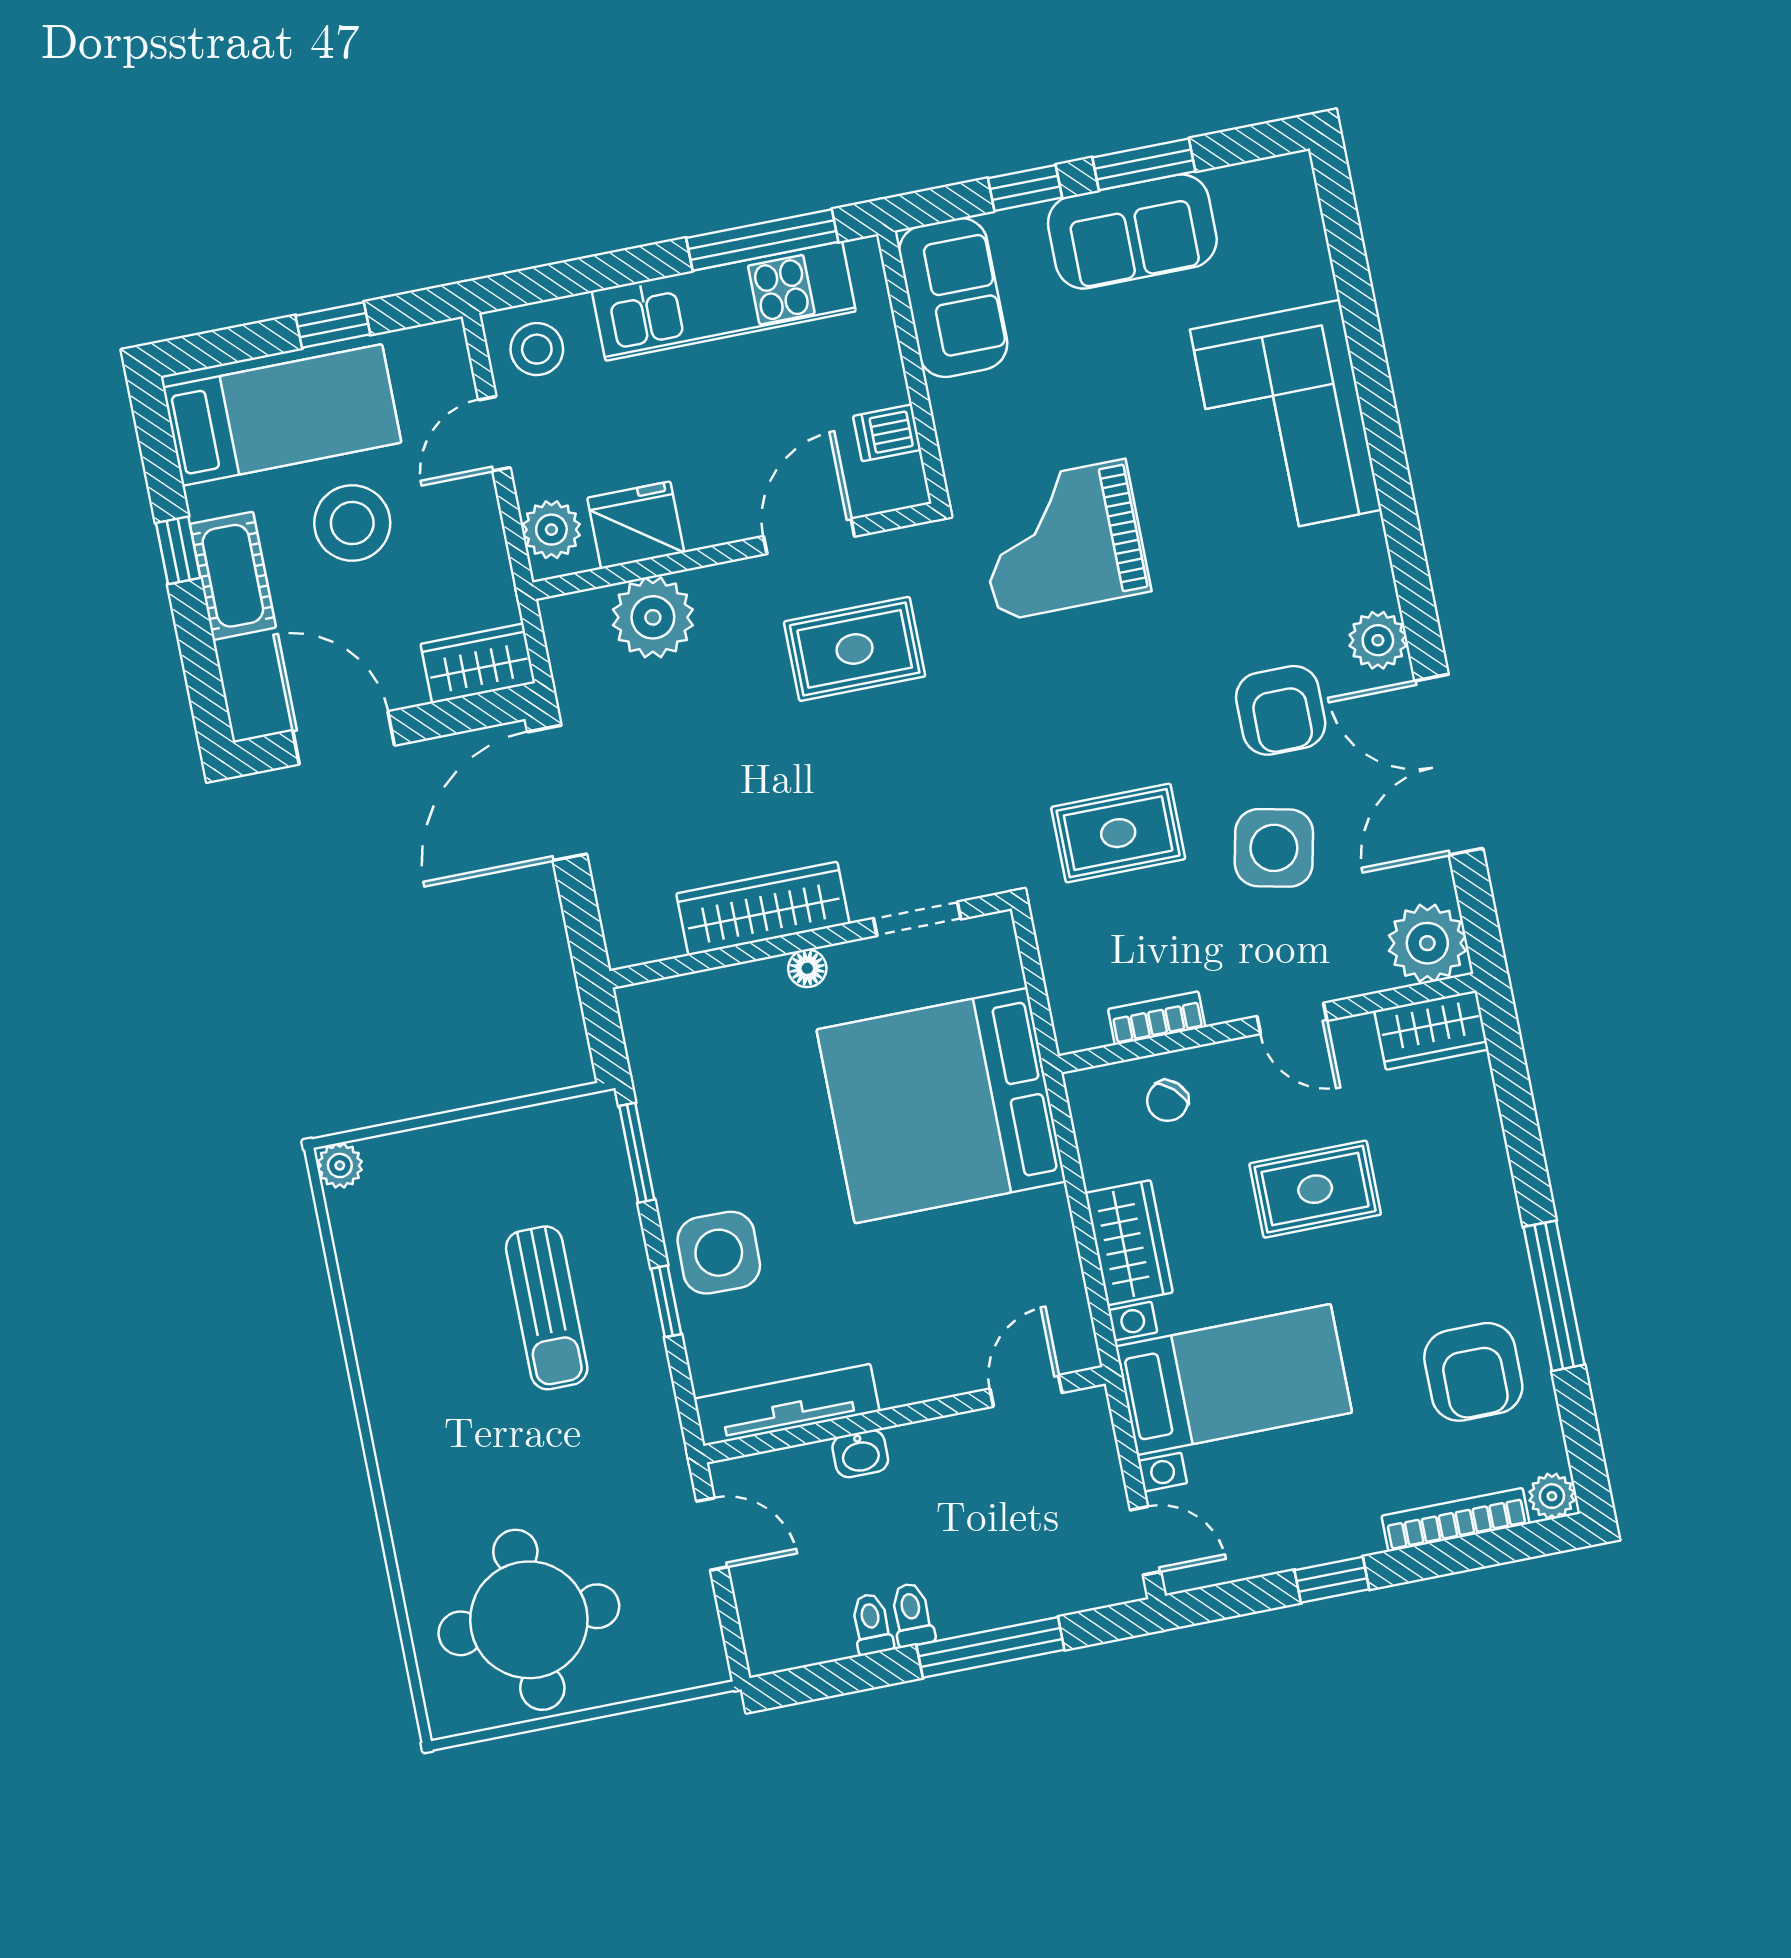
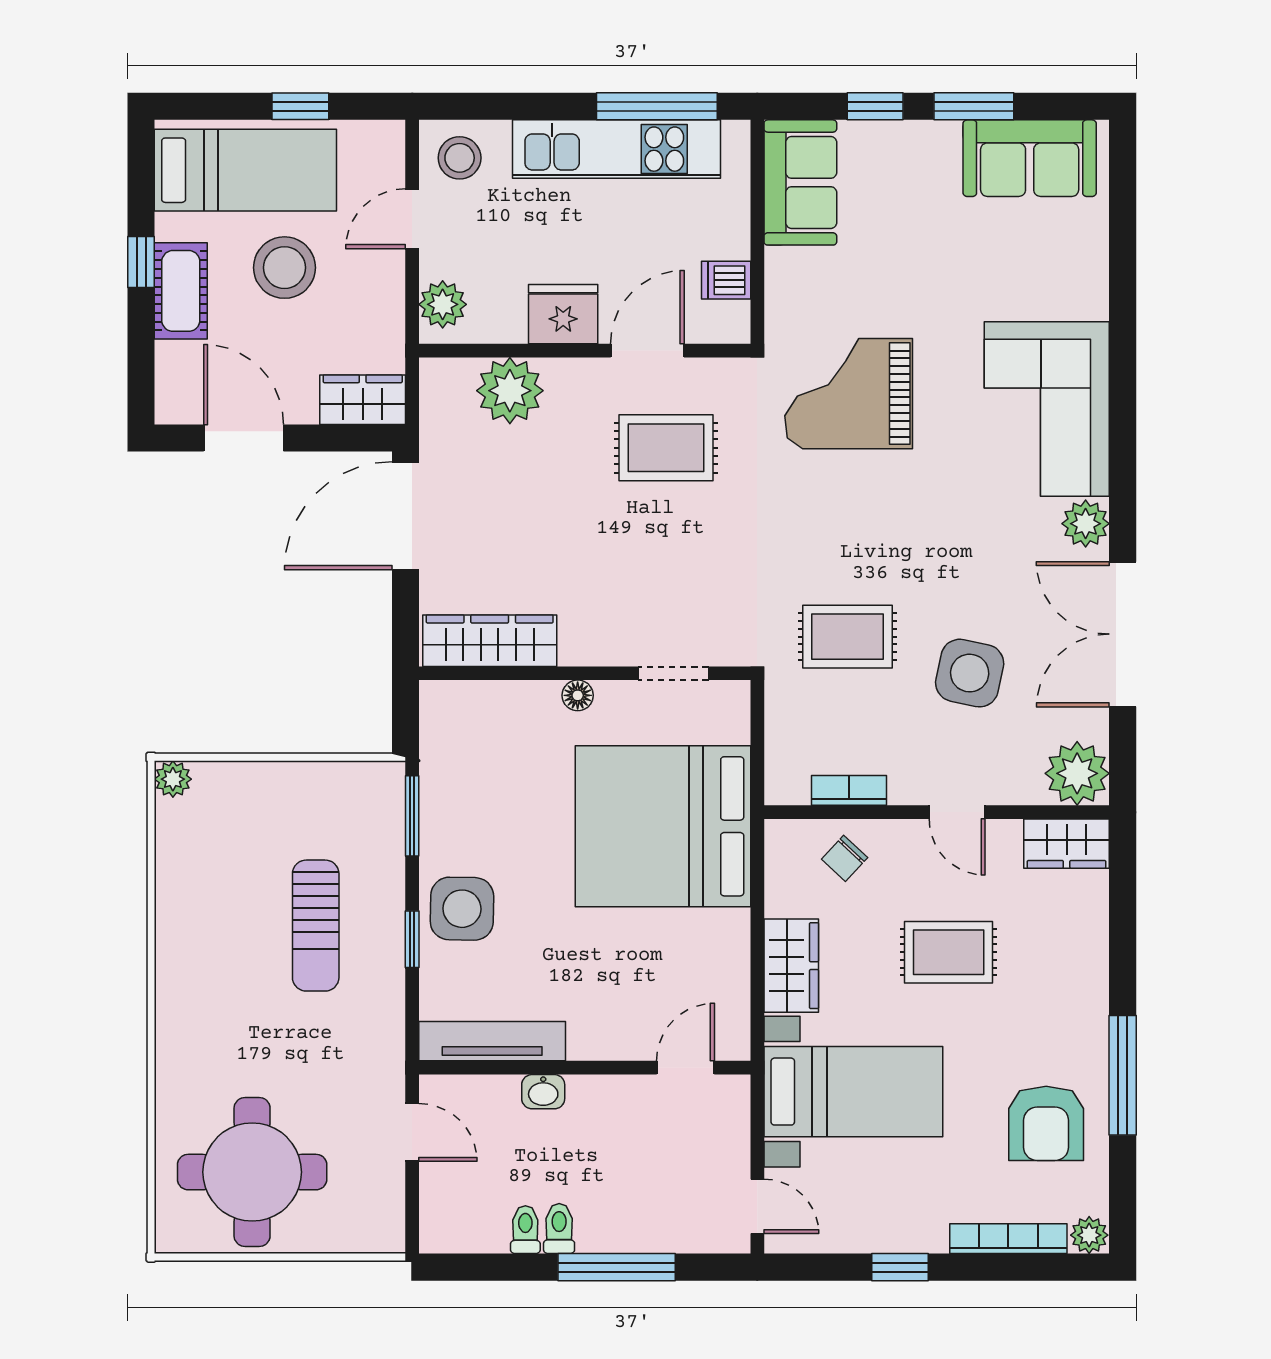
sofa: (1132, 232) -> (1030, 158), moved
corner sofa: (1286, 420) -> (1047, 409), moved
fridge: (636, 525) -> (563, 314), moved
armchair: (1281, 710) -> (997, 564), removed
wardrobe: (763, 909) -> (490, 641), moved

